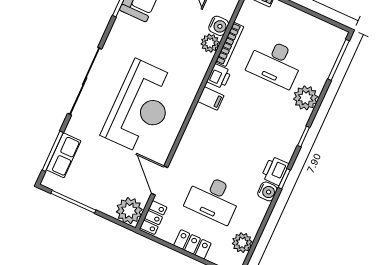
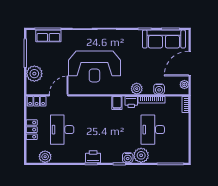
plant: (210, 43) -> (137, 89), moved
water cooler: (267, 191) -> (128, 158), moved
plant: (129, 211) -> (34, 74), moved

